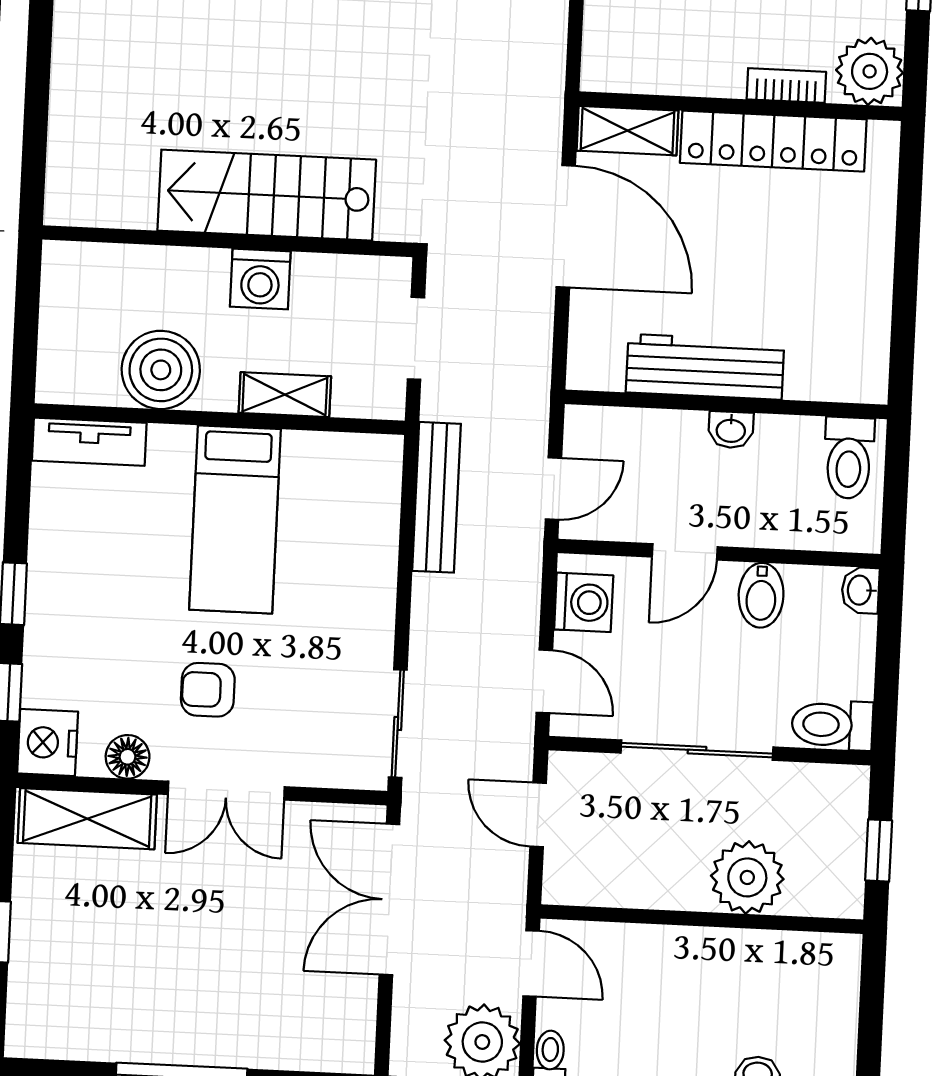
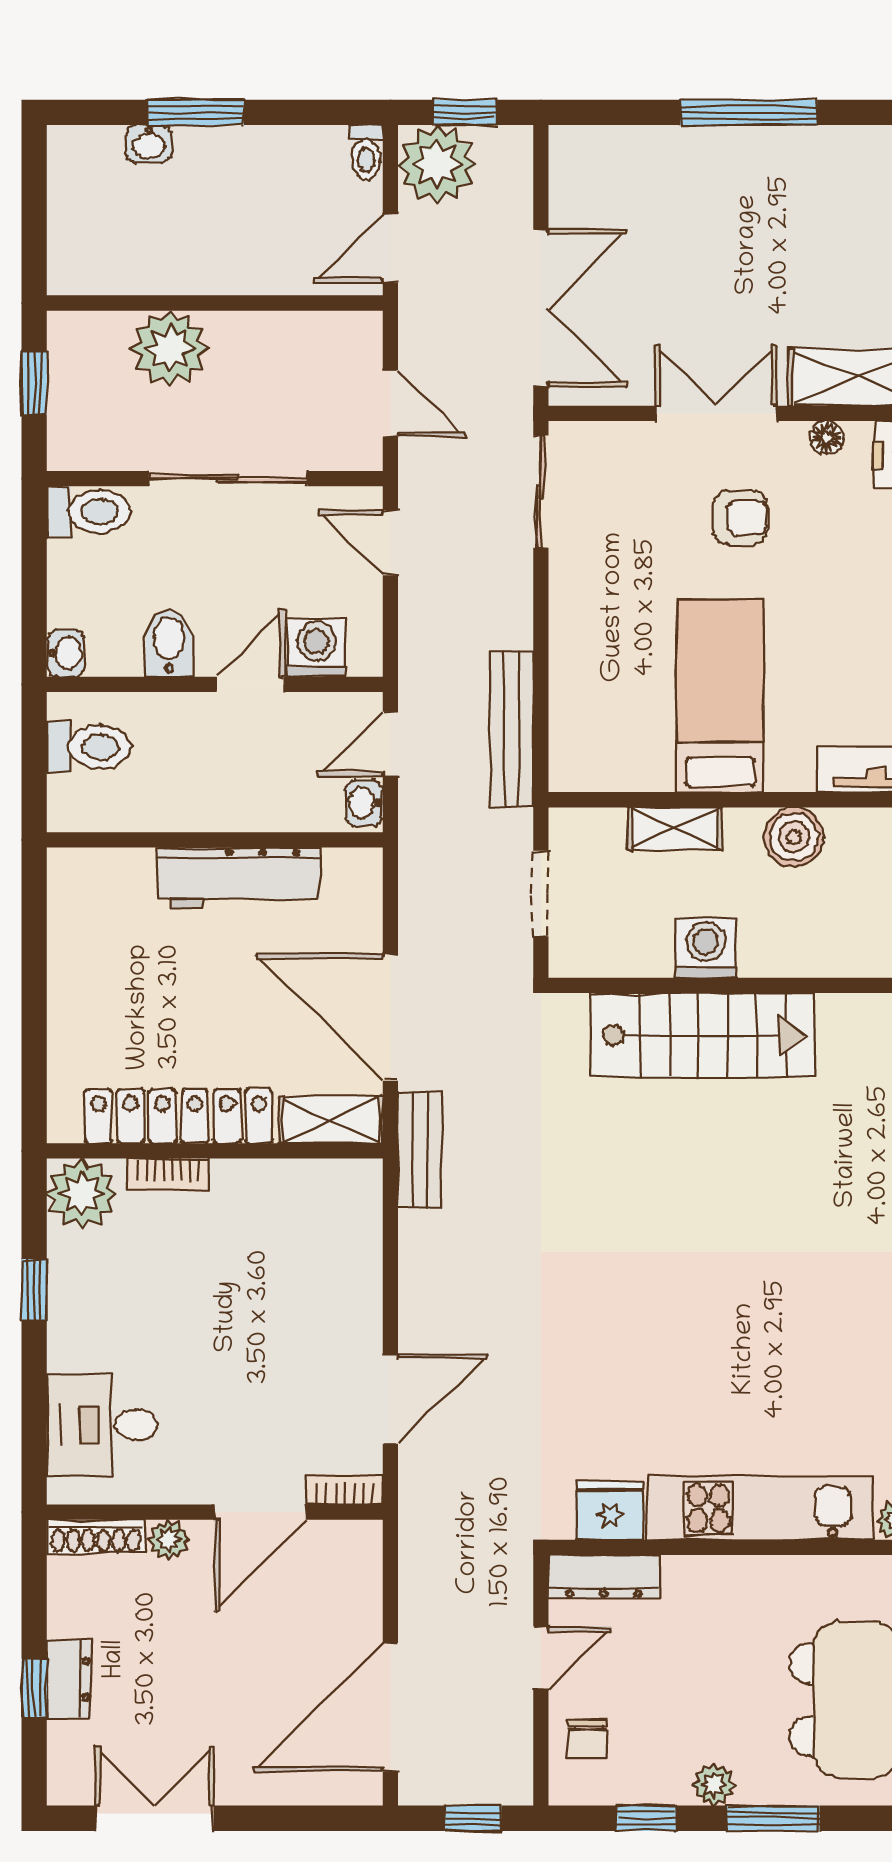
bench: (543, 98) -> (420, 1150), added
boiler: (161, 370) -> (794, 837), width x0.73, depth x0.73
washbasin: (731, 430) -> (364, 803), moved, turned -90
toilet: (849, 458) -> (89, 747), moved, turned 90
washing machine: (584, 602) -> (316, 647), moved, turned 90
floor lamp: (128, 757) -> (827, 438), width x0.73, depth x0.73
door: (531, 963) -> (390, 248), hinge flipped

